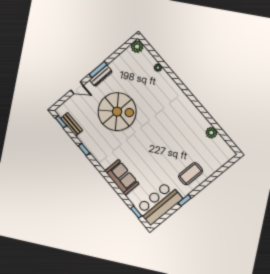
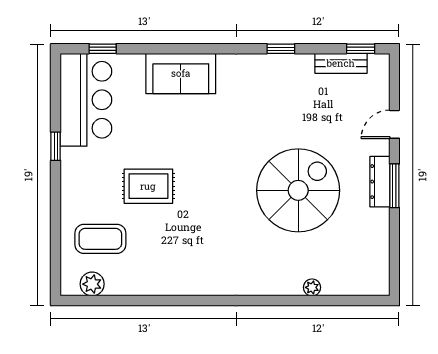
plant: (137, 47) -> (376, 283), removed
spiral stairs: (117, 112) -> (298, 190), moved, turned 180
plant: (211, 133) -> (92, 284), moved
rug: (171, 156) -> (148, 186), added
coffee table: (190, 174) -> (100, 239), moved, turned 90

